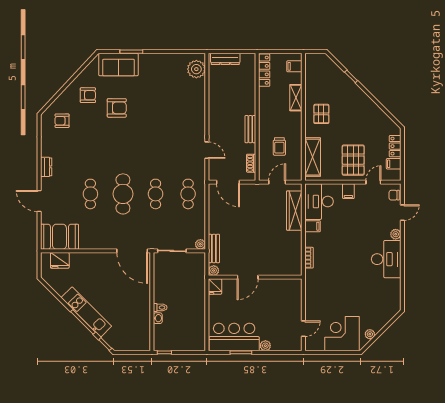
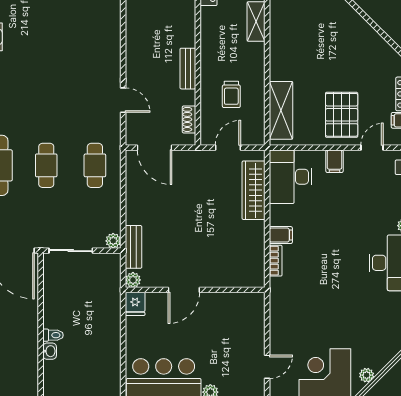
pallet: (321, 114) -> (294, 46), removed
filing cabinet: (313, 226) -> (281, 235), moved

